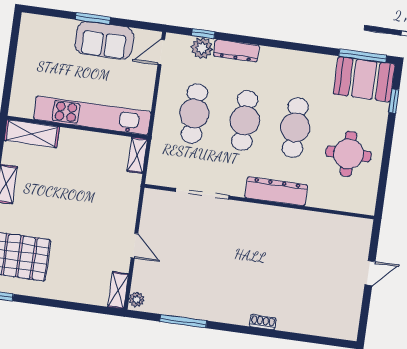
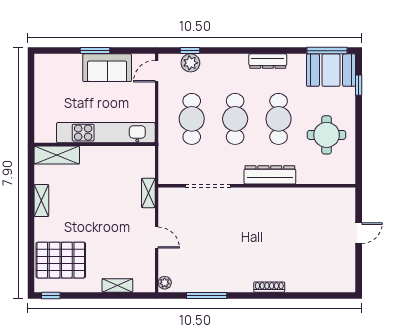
dresser: (236, 51) -> (268, 61), moved
shelving: (137, 155) -> (148, 193), moved
shelving: (118, 290) -> (117, 285), moved, turned 90
shoe rack: (263, 322) -> (269, 287), width x1.43

